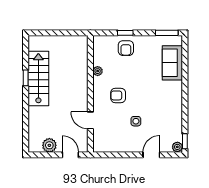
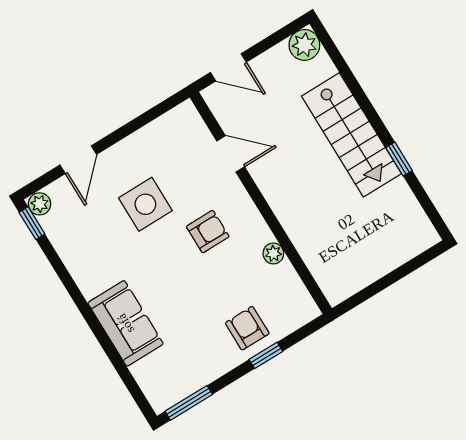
sofa: (172, 63) -> (126, 323), moved
stairs: (38, 78) -> (351, 135), moved
side table: (136, 121) -> (145, 204), width x1.87, depth x1.87
plant: (49, 145) -> (304, 45), moved

